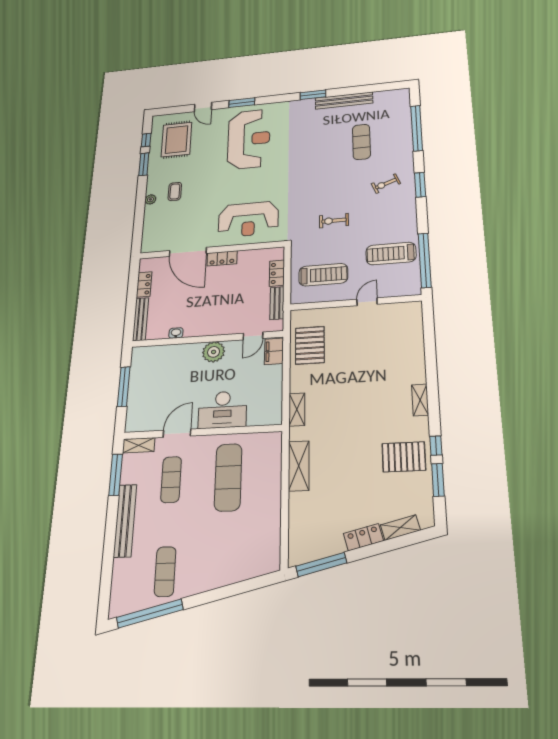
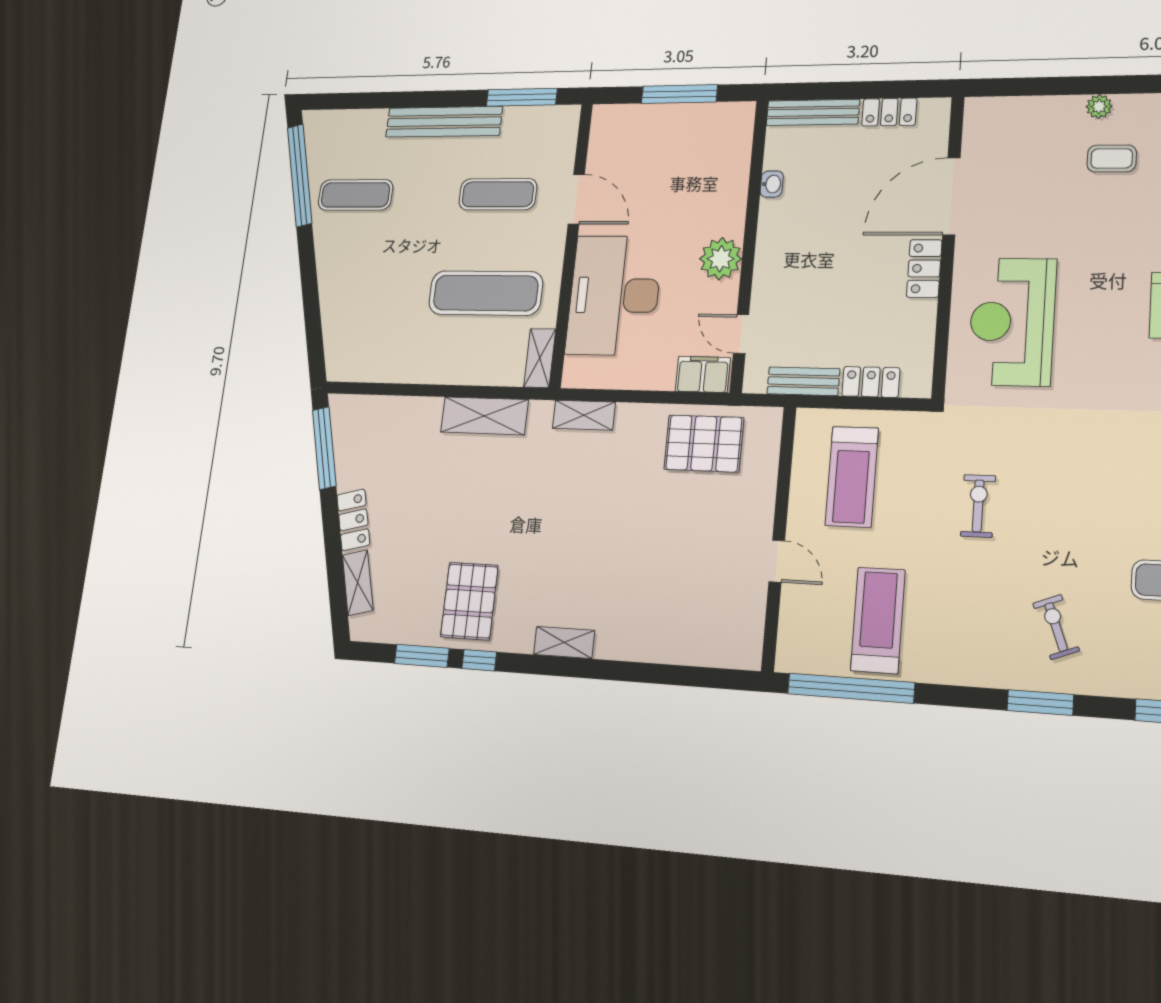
desk: (222, 410) -> (614, 295), width x1.36, depth x1.30
shelving: (139, 445) -> (540, 358), moved

